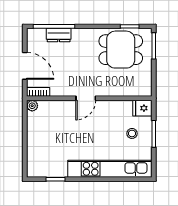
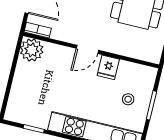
plant: (32, 106) -> (32, 50), width x1.87, depth x1.87
fridge: (142, 108) -> (108, 67), moved, turned -90

